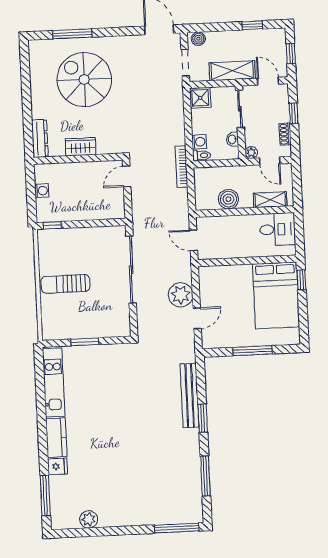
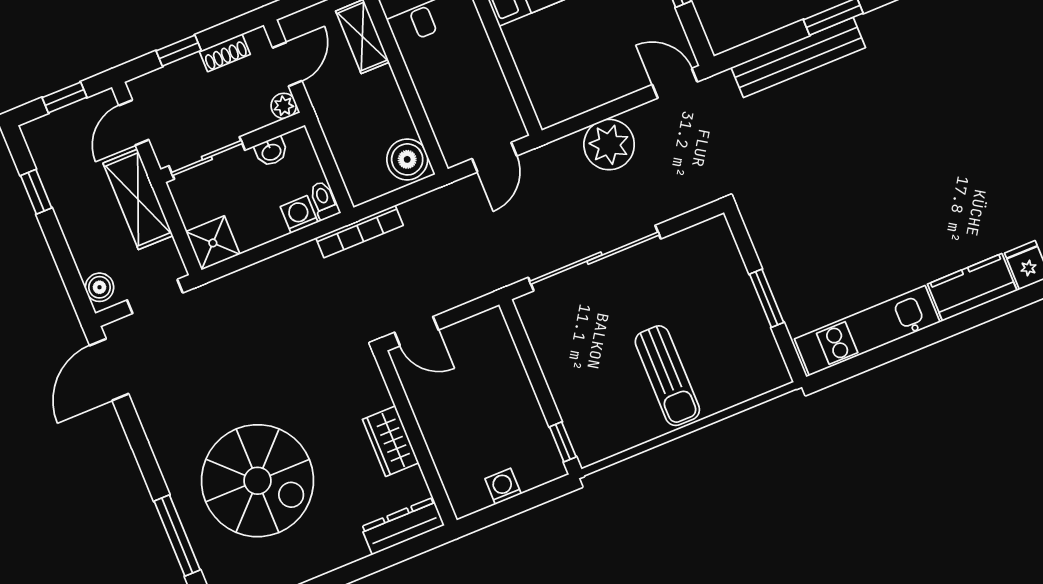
spiral stairs: (84, 79) -> (258, 481), turned -90
boiler: (228, 199) -> (407, 159), moved
door: (197, 318) -> (675, 83), moved

